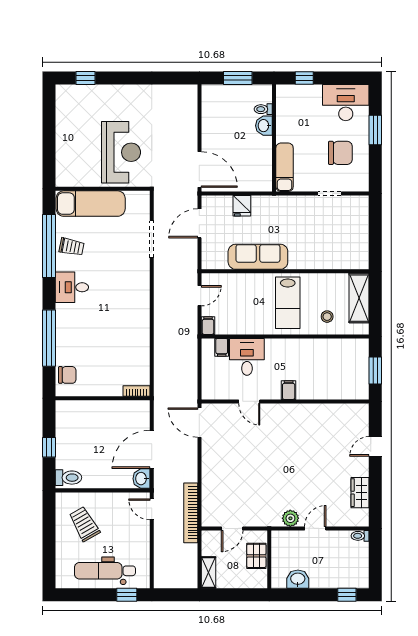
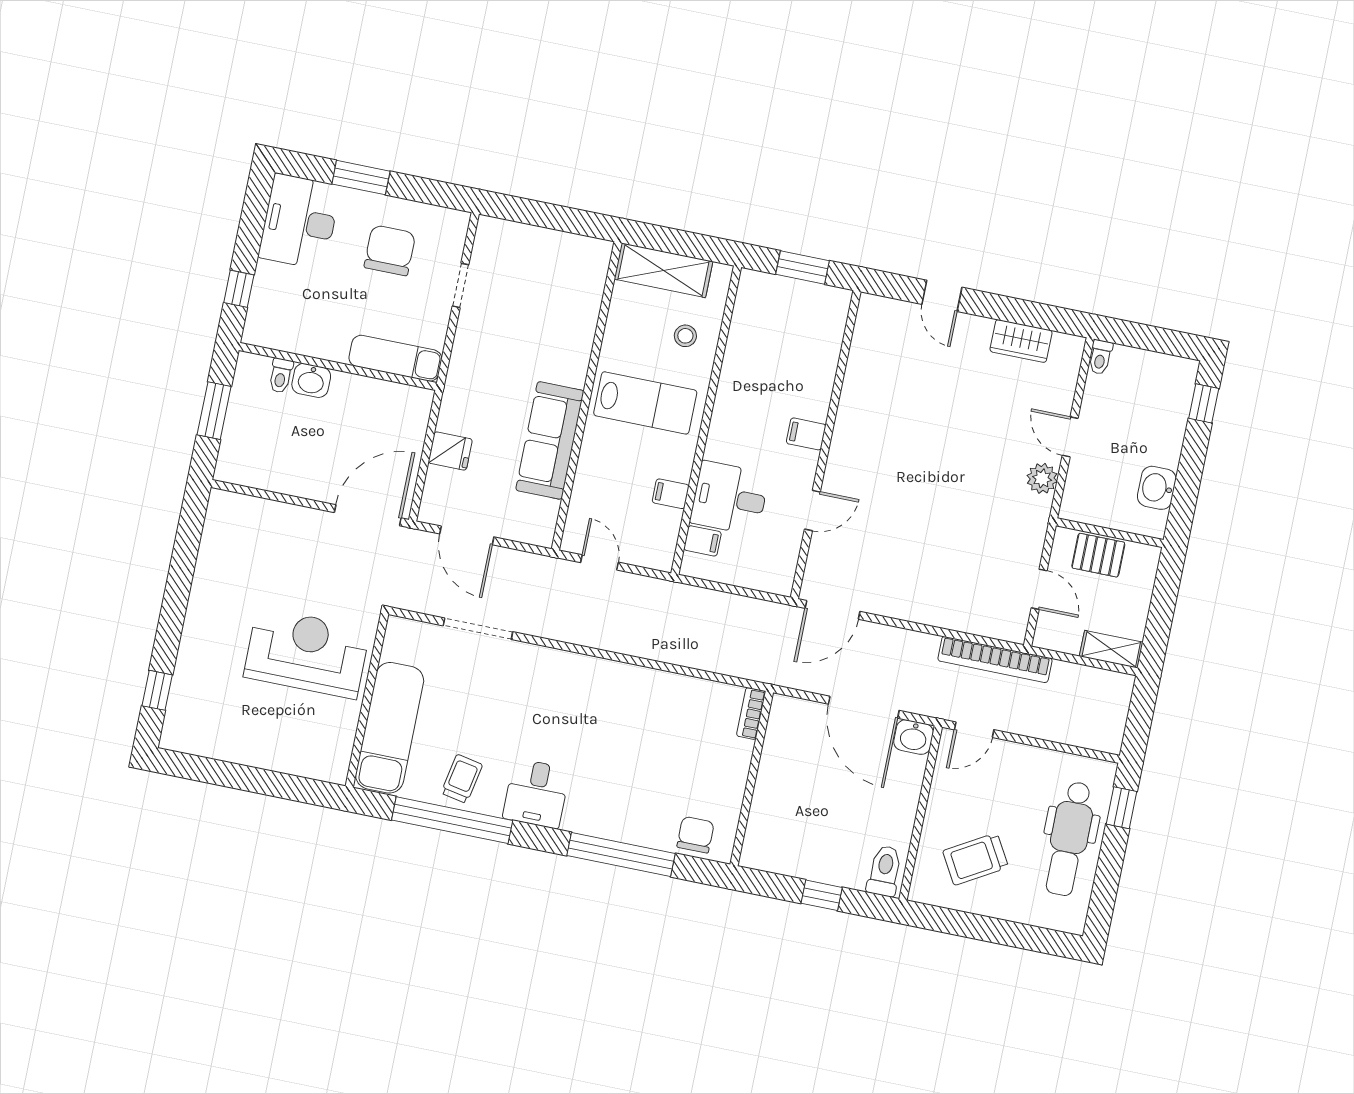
filing cabinet: (208, 326) -> (671, 494), moved

